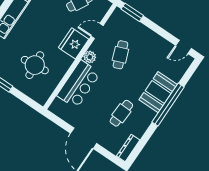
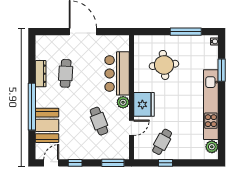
window: (164, 34) -> (75, 163), added
booth: (158, 92) -> (47, 125), moved
dresser: (128, 148) -> (41, 74), moved

